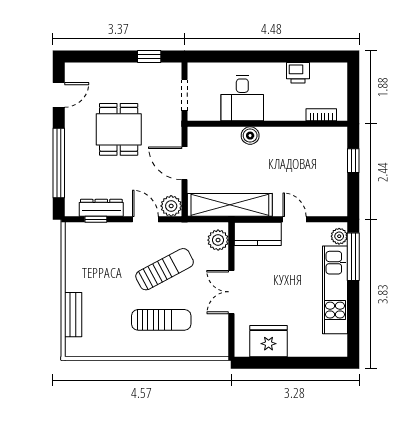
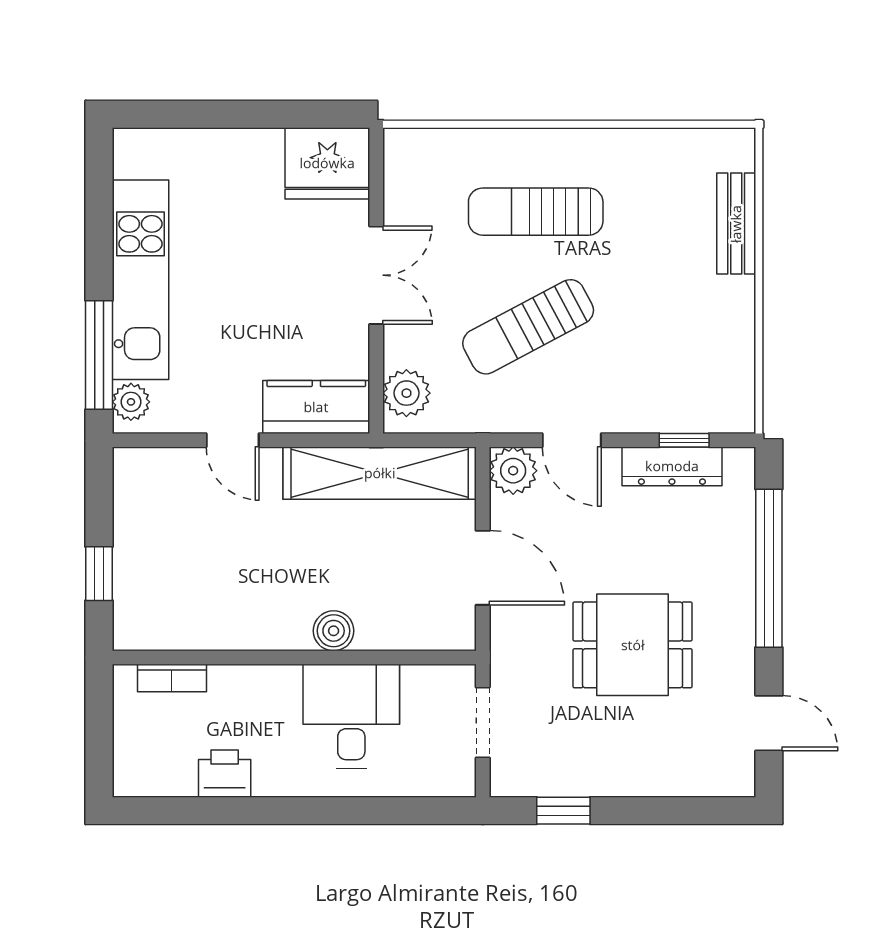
door: (59, 95) -> (769, 723), swing flipped
dining table: (119, 129) -> (633, 645), turned 90
fridge: (269, 341) -> (327, 163), moved

